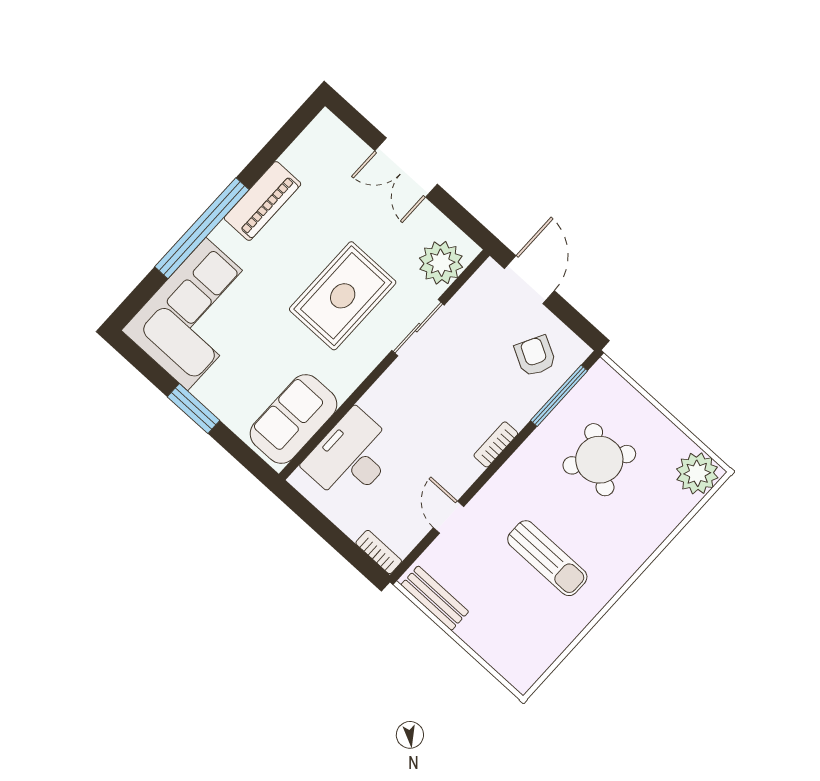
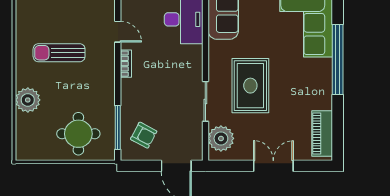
piano: (263, 201) -> (322, 133), moved
bookcase: (496, 444) -> (126, 64), moved
round table: (599, 460) -> (78, 134), moved, turned -36
plant: (697, 473) -> (28, 100), moved

